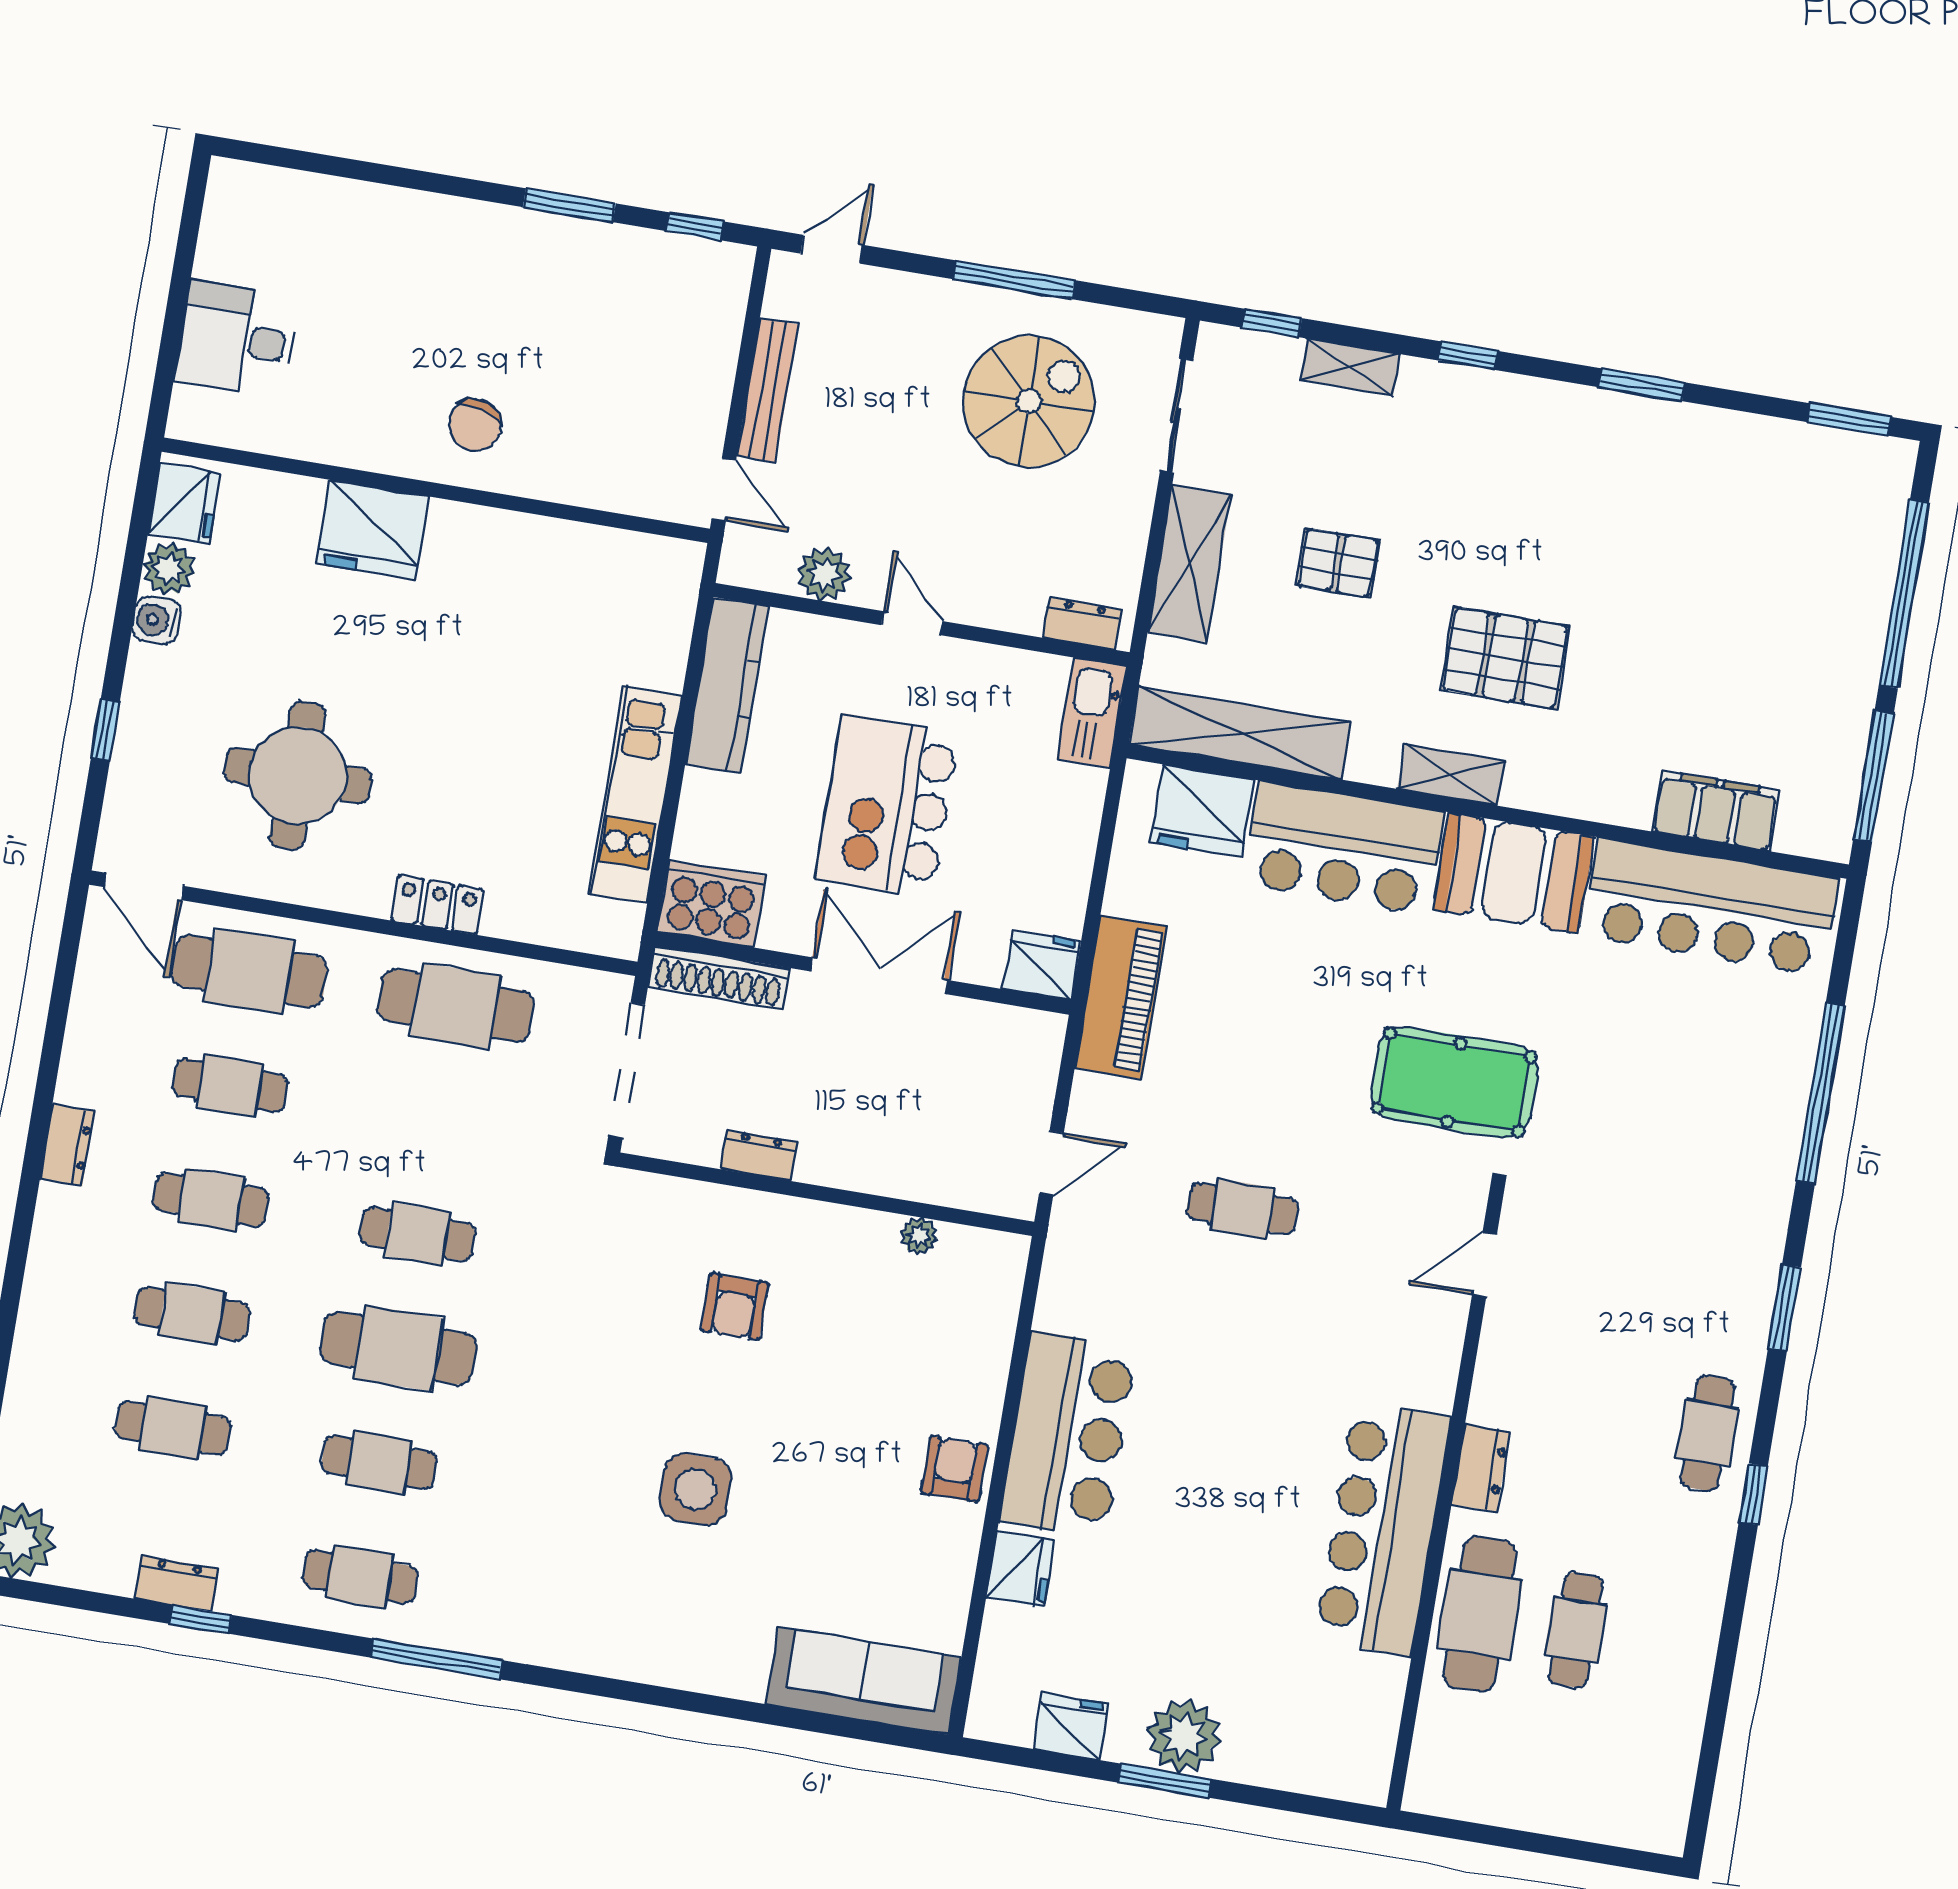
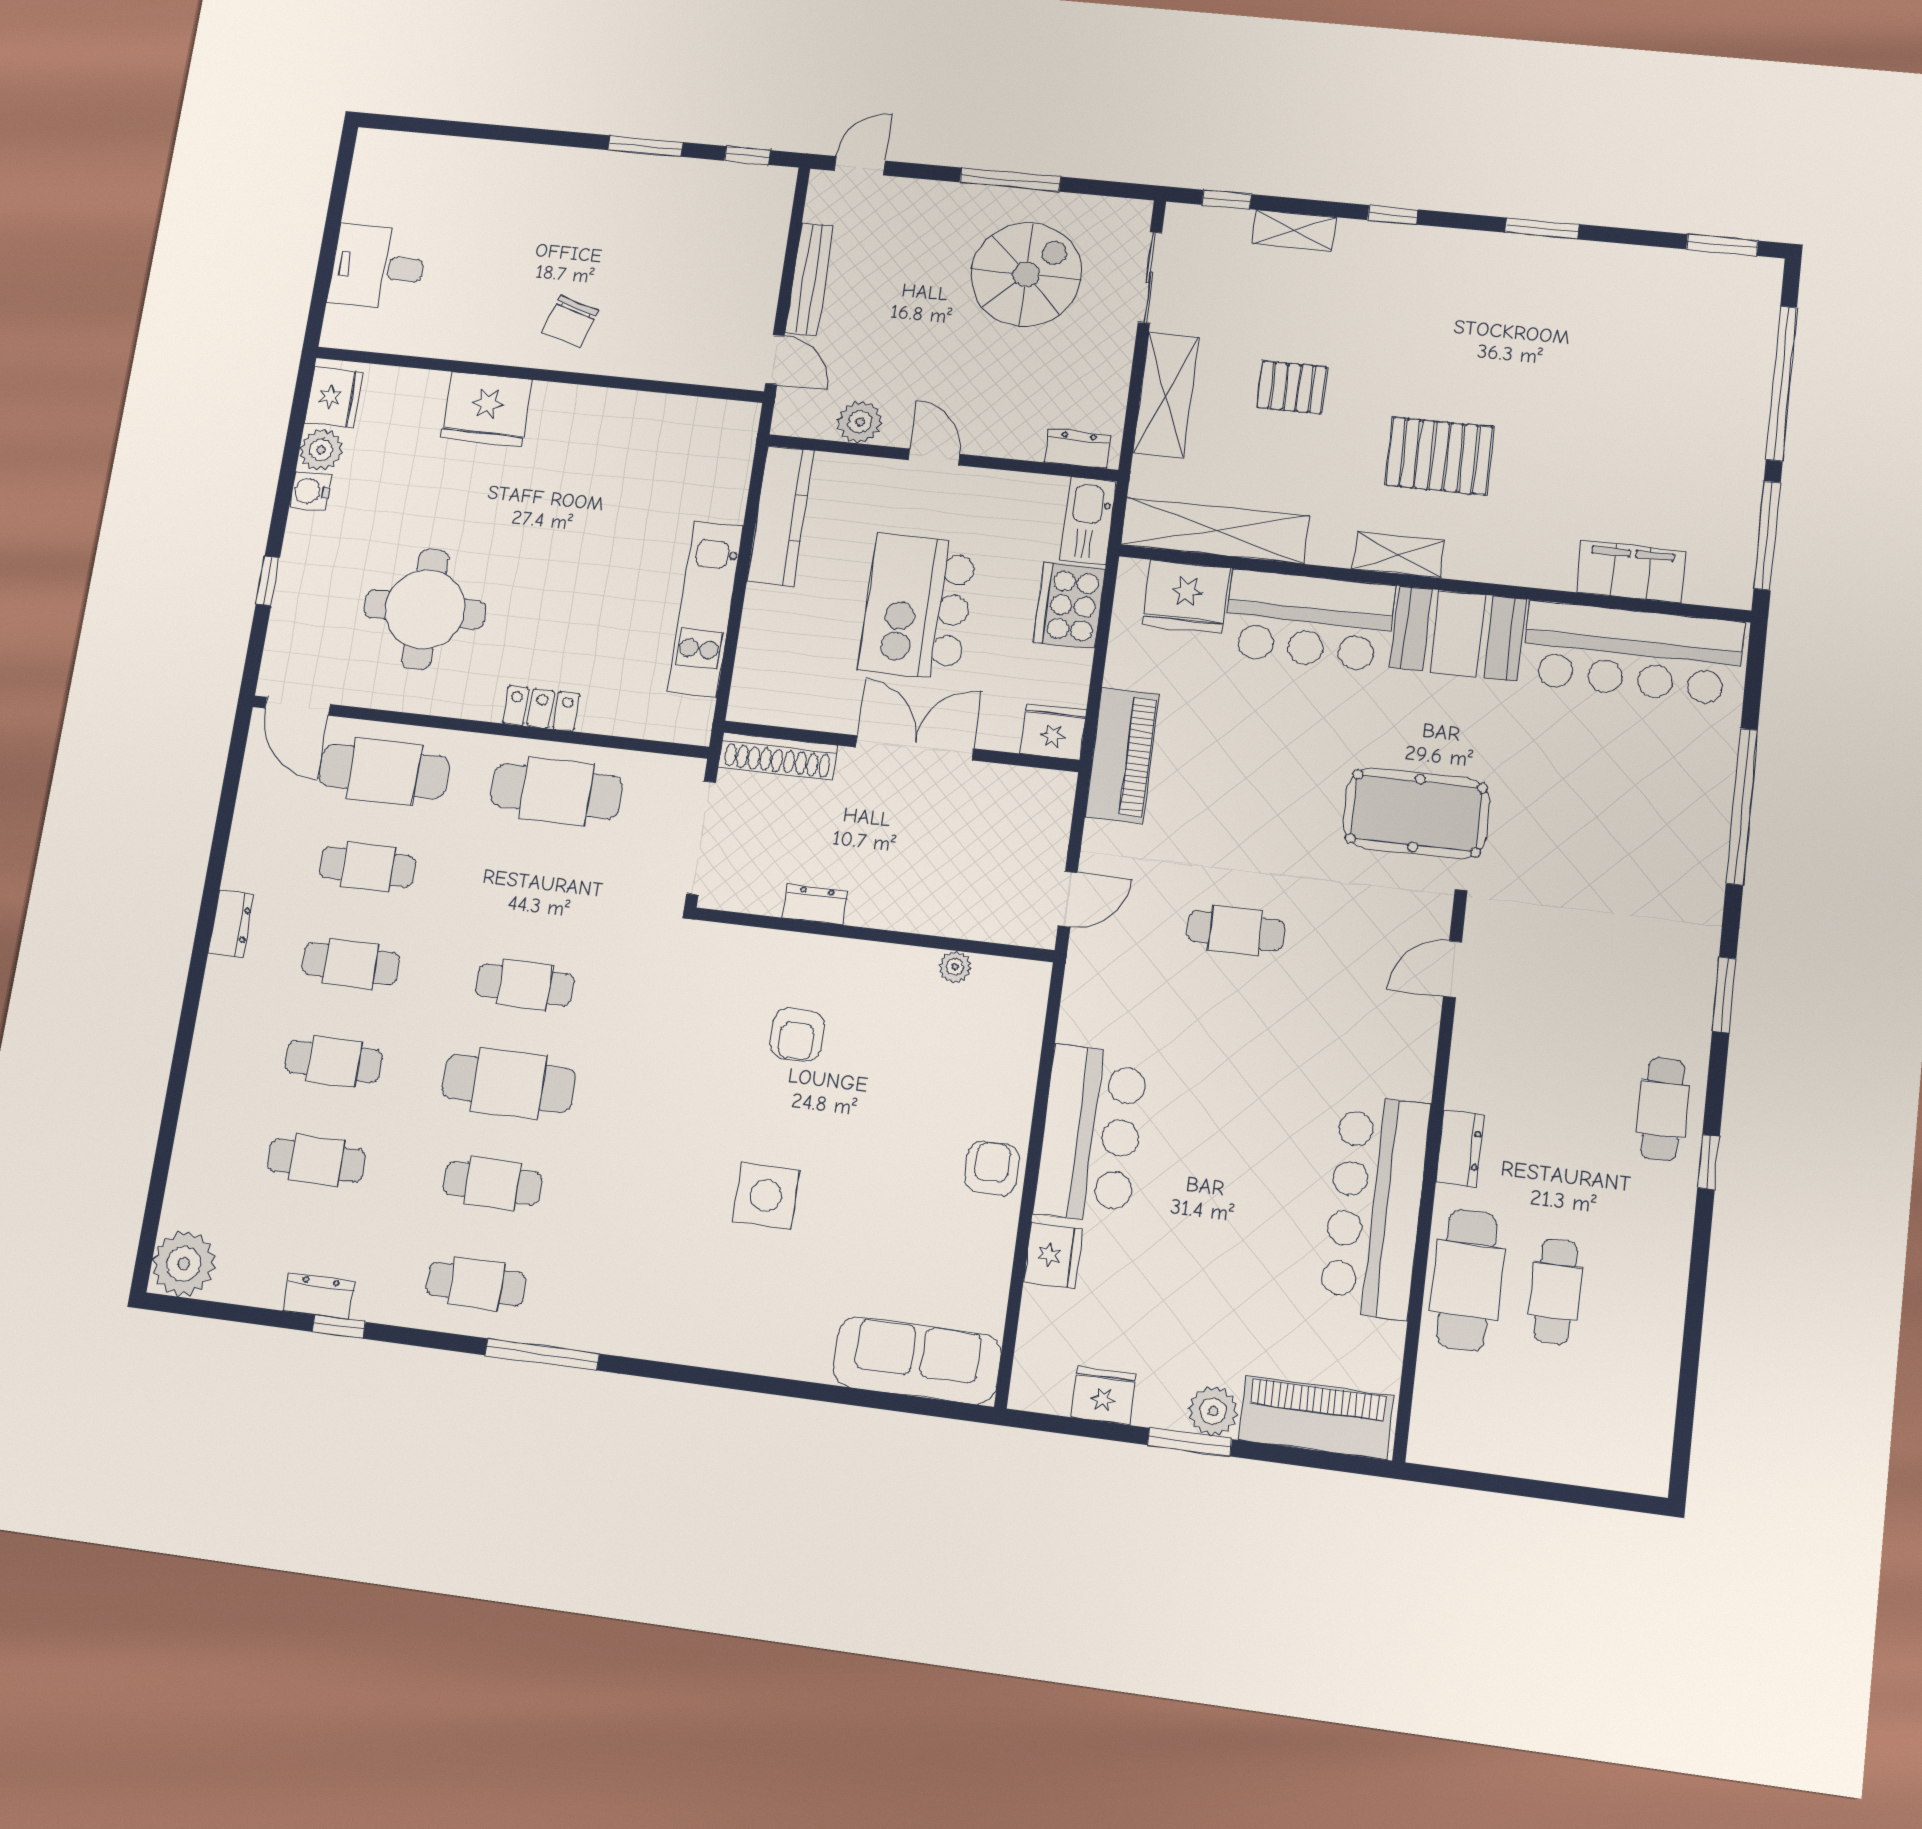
cooker: (711, 904) -> (1069, 606), moved, turned -90
plant: (1184, 1736) -> (1213, 1411), width x0.73, depth x0.73
piano: (1305, 1758) -> (1316, 1417), added

